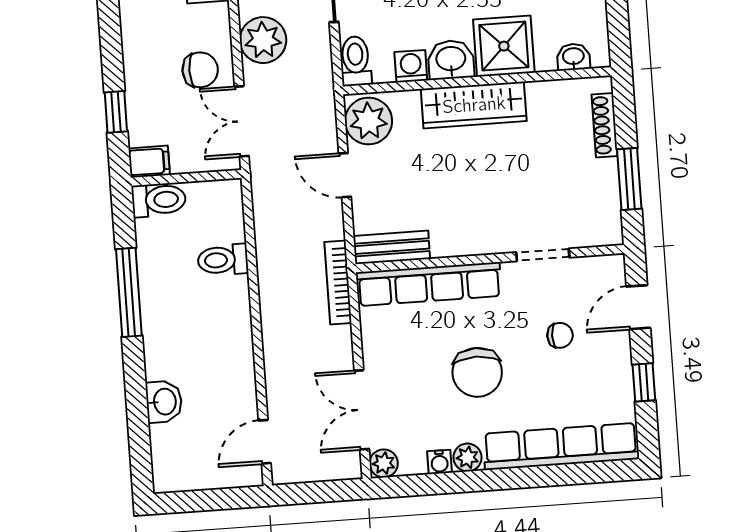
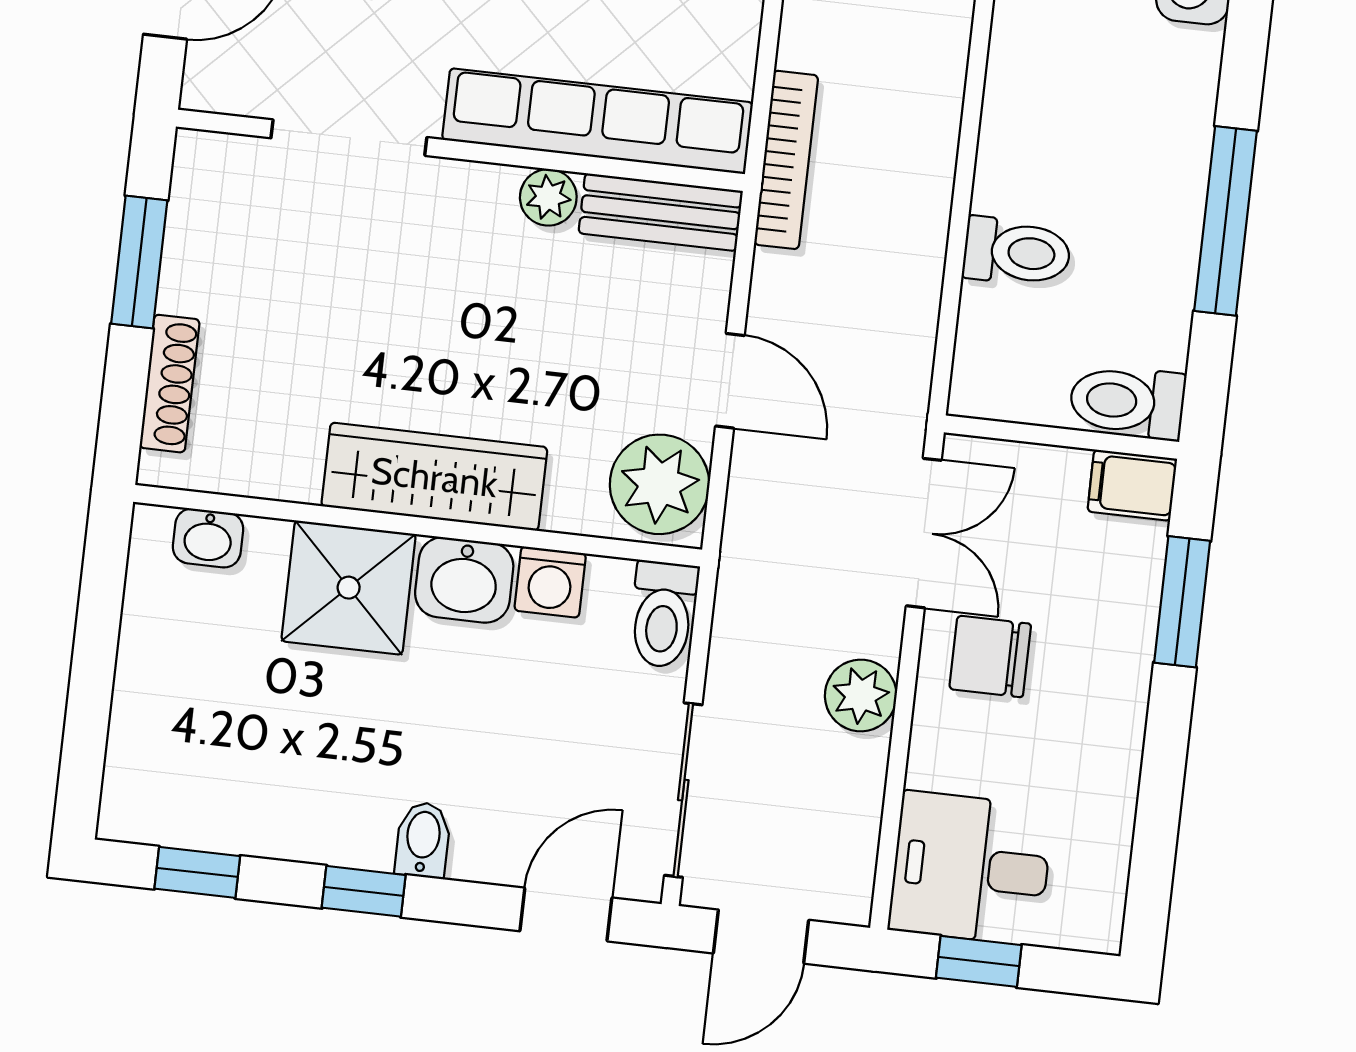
plant: (263, 40) -> (861, 695), width x0.73, depth x0.73
window: (116, 112) -> (1182, 602), width x1.50
plant: (445, 244) -> (548, 197), added
doorway: (543, 255) -> (349, 138), width x1.38

